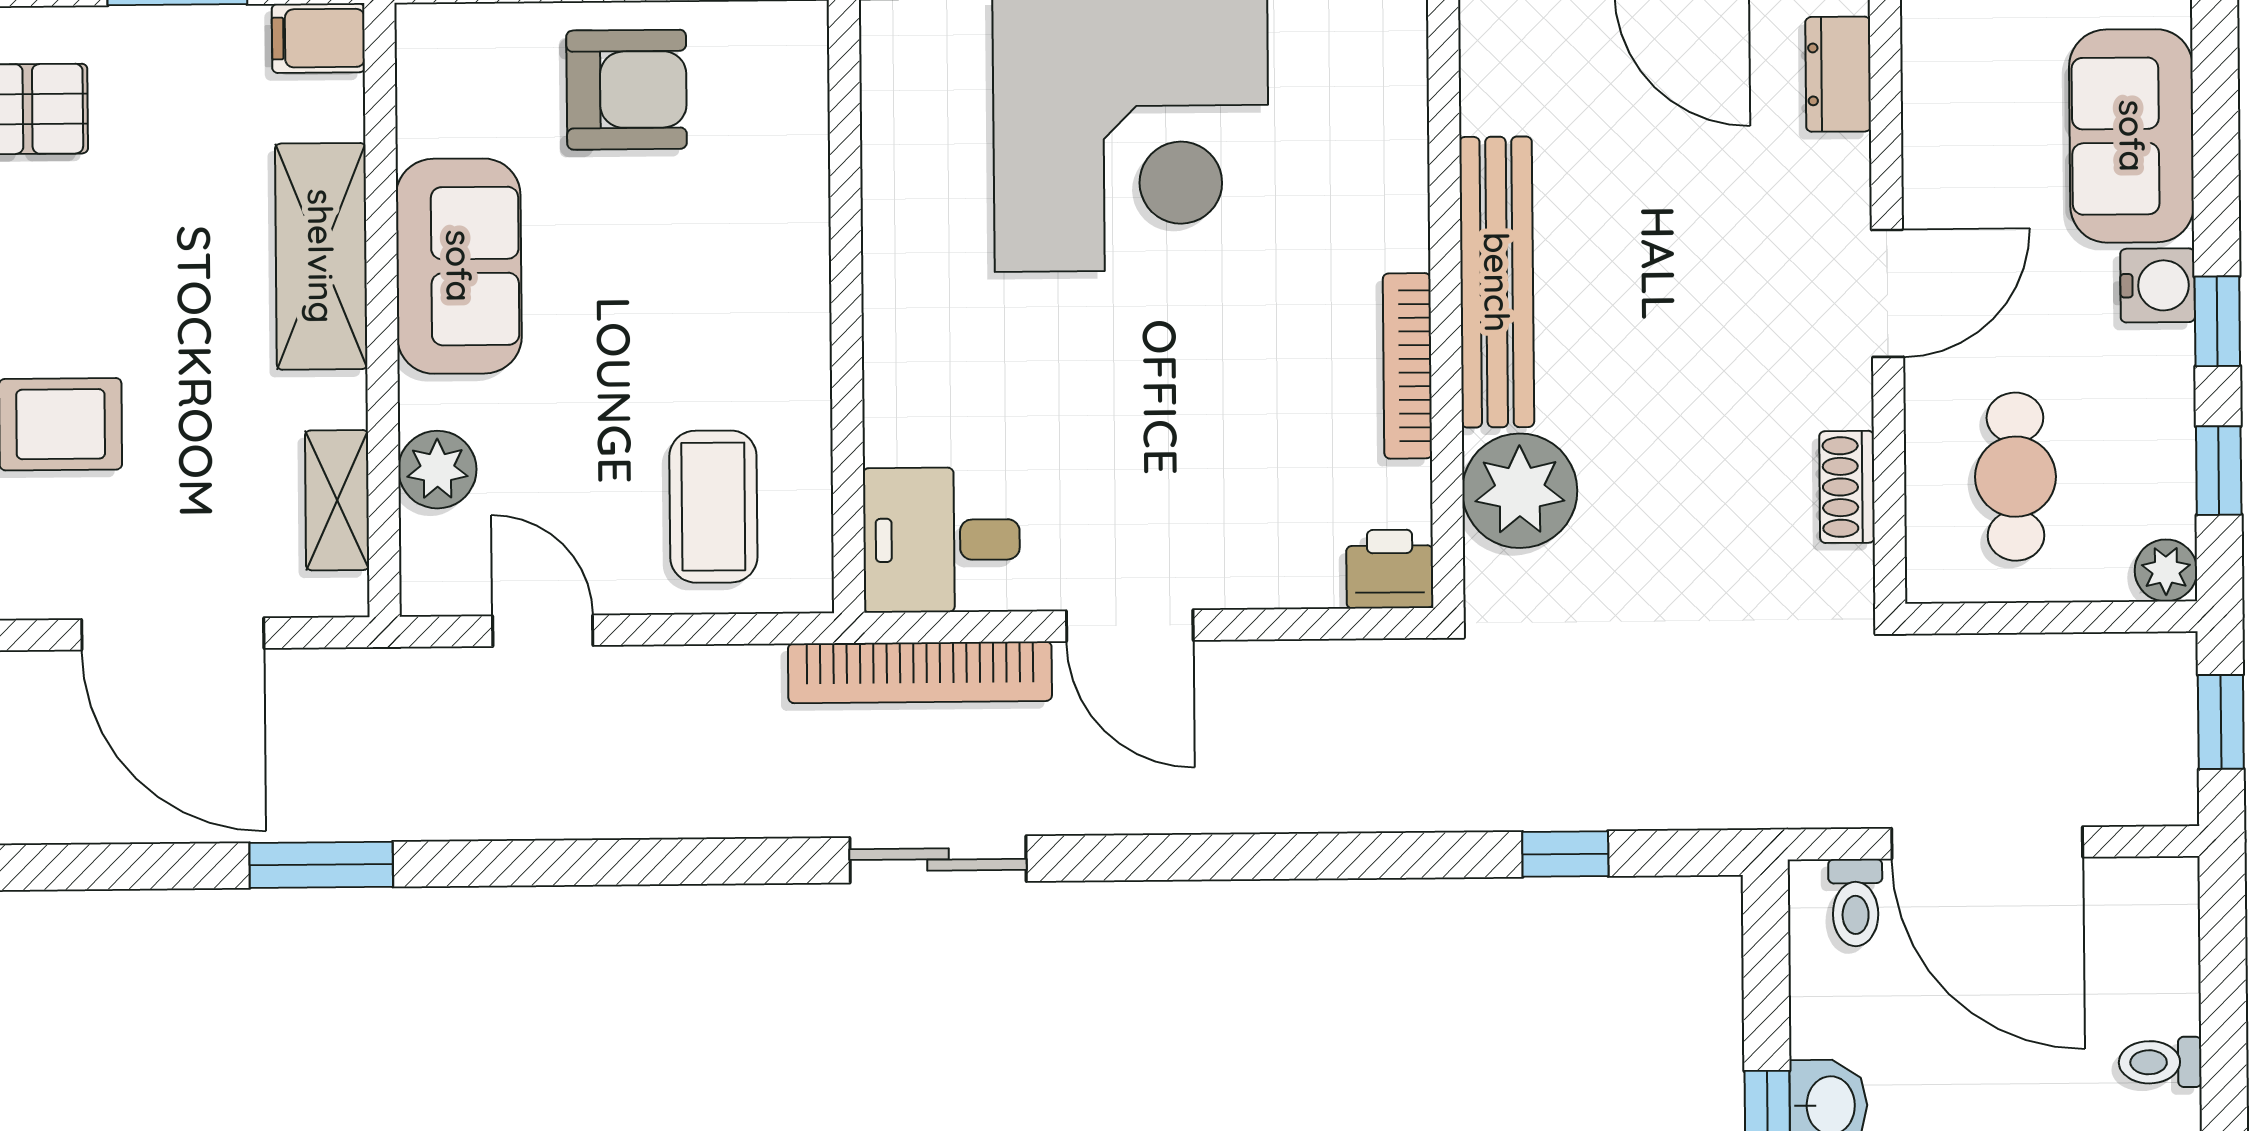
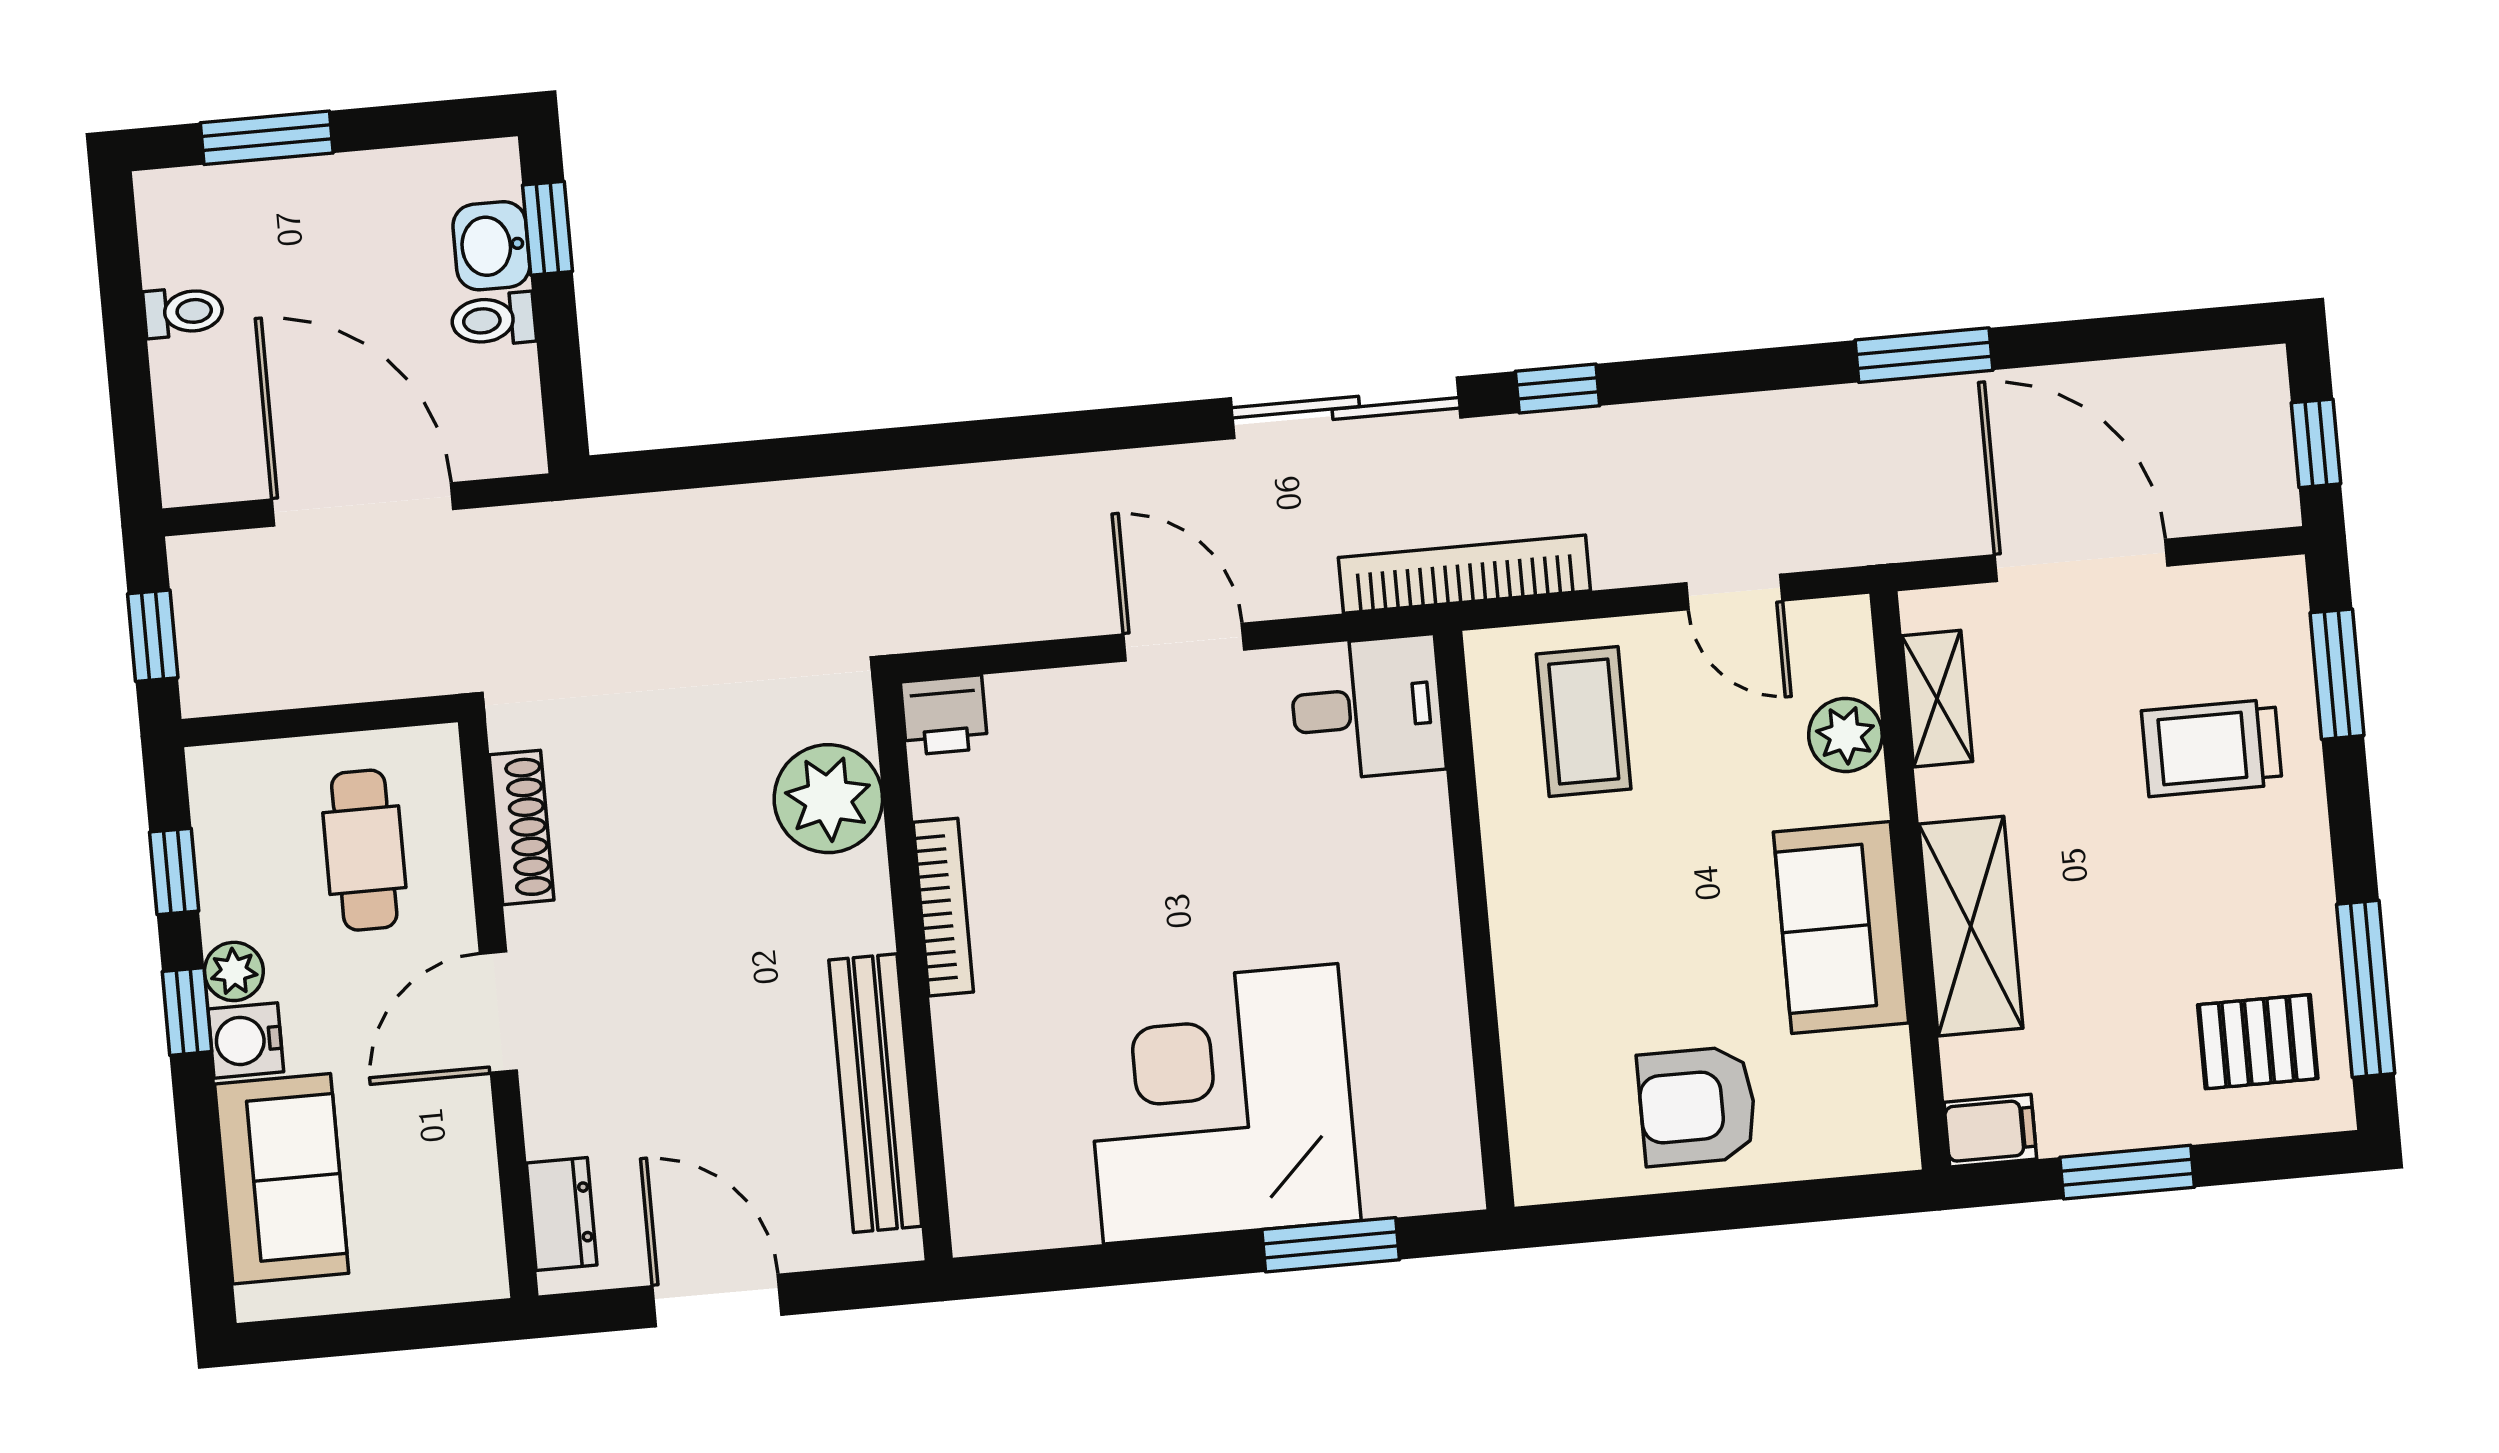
bench: (1497, 282) -> (875, 1093), moved
shoe rack: (1847, 487) -> (522, 827), width x1.43
plant: (2166, 570) -> (234, 971), moved
bookcase: (920, 672) -> (1464, 574), moved
window: (1565, 854) -> (1558, 389), moved
sliding door: (938, 859) -> (1346, 408), width x1.37
toilet: (1855, 903) -> (493, 320), moved, turned -90

